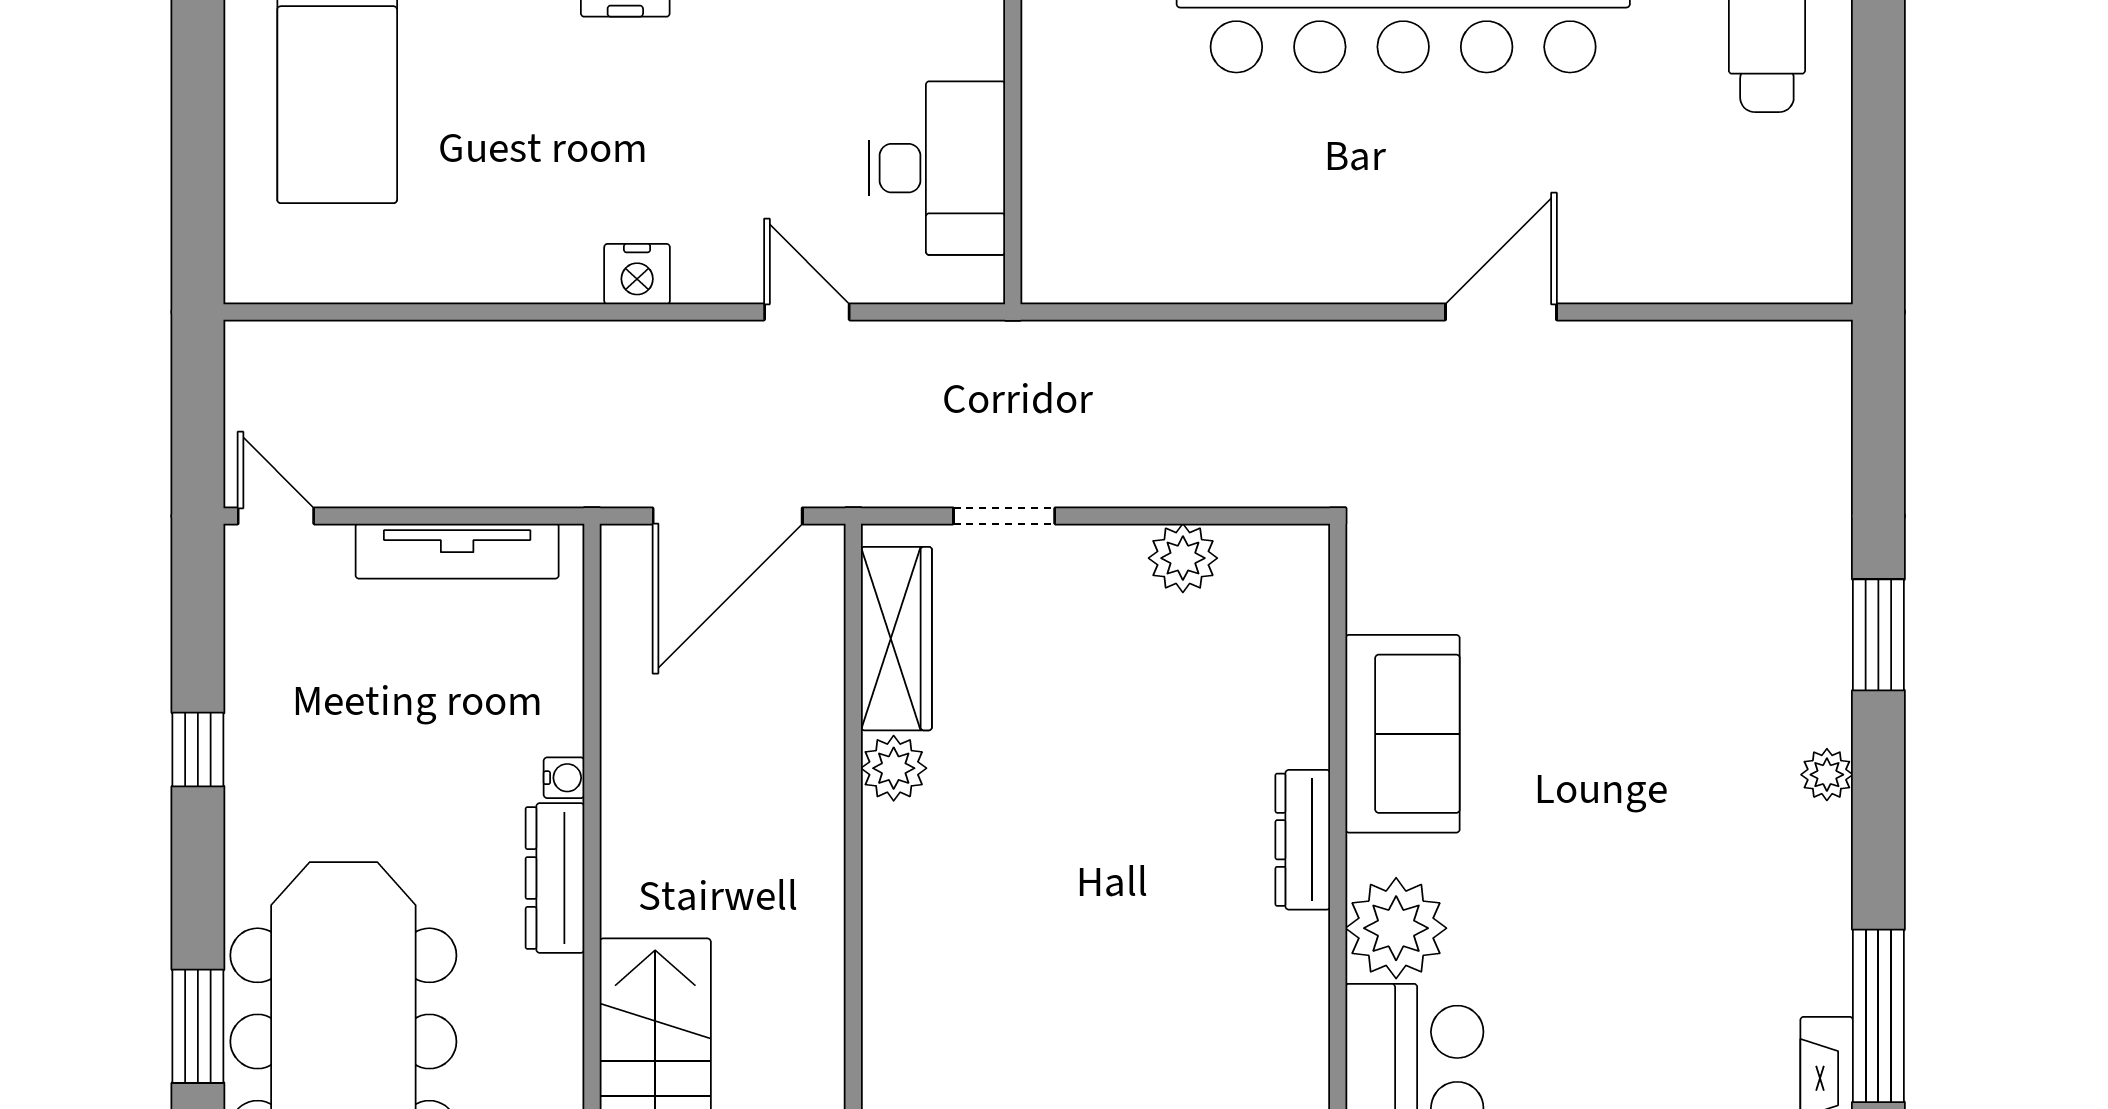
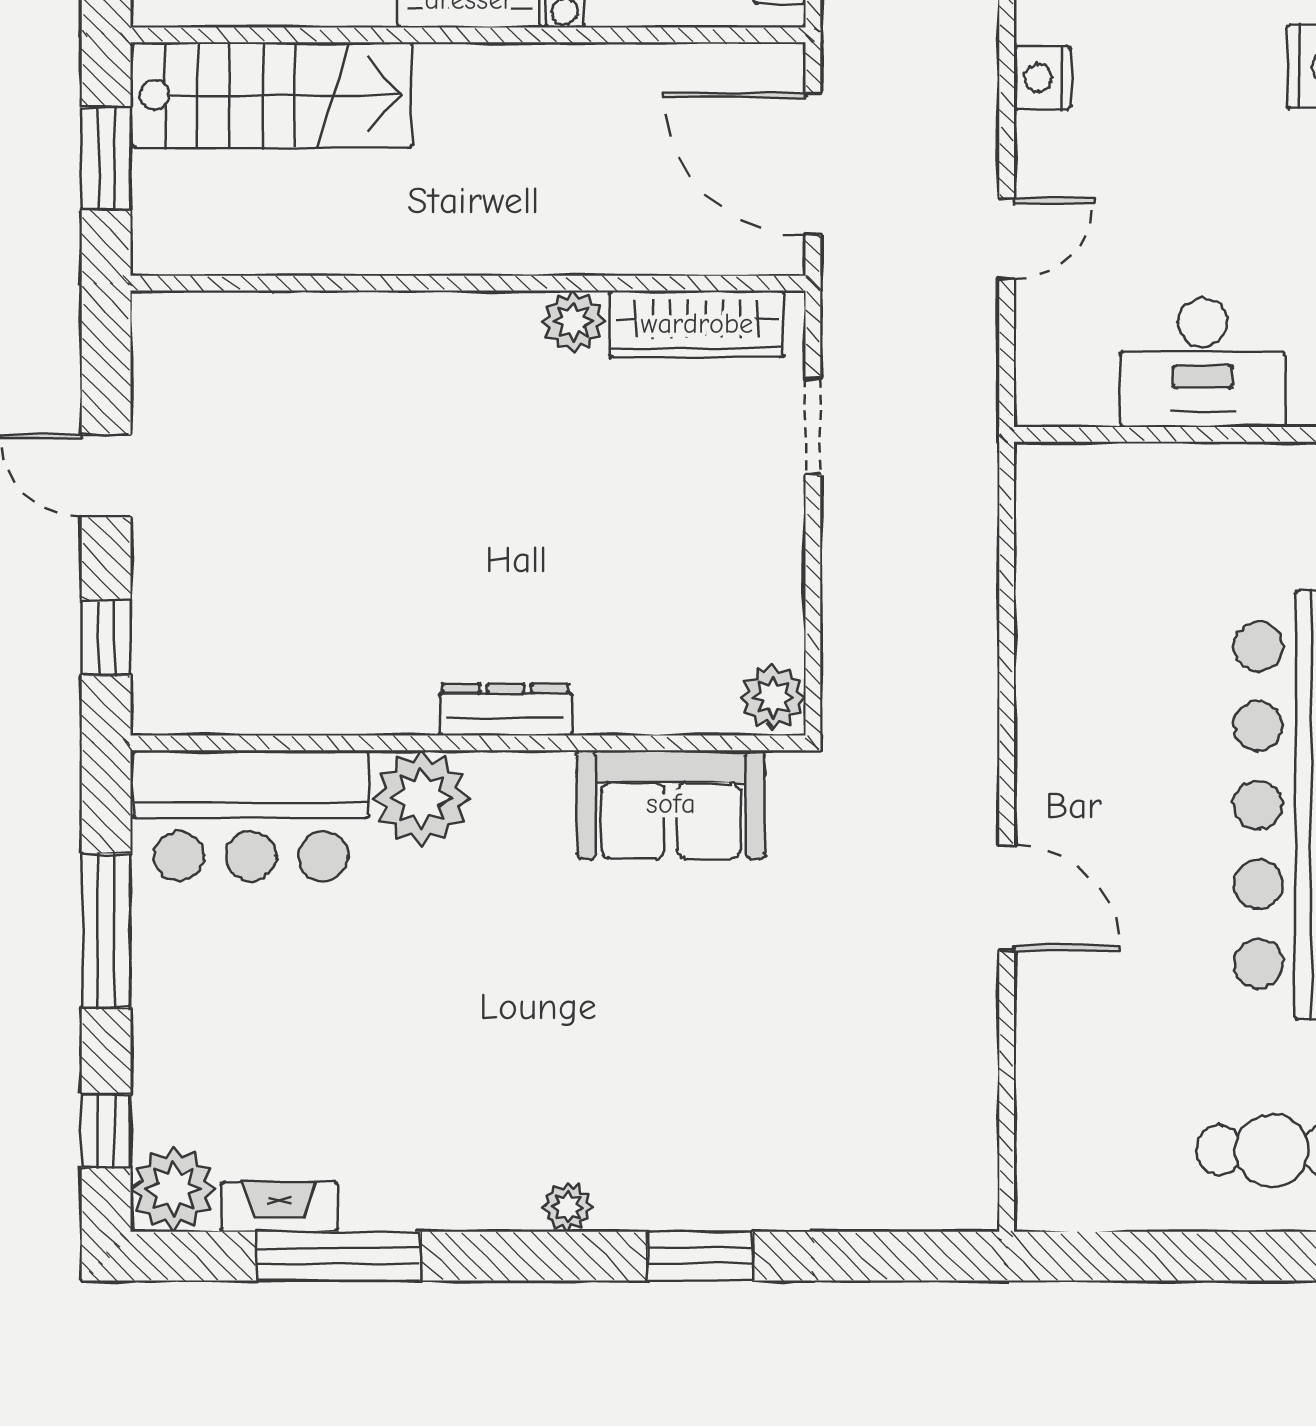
desk: (937, 168) -> (1203, 362), moved
plant: (1183, 558) -> (773, 697), moved
sofa: (1403, 734) -> (671, 804), moved

